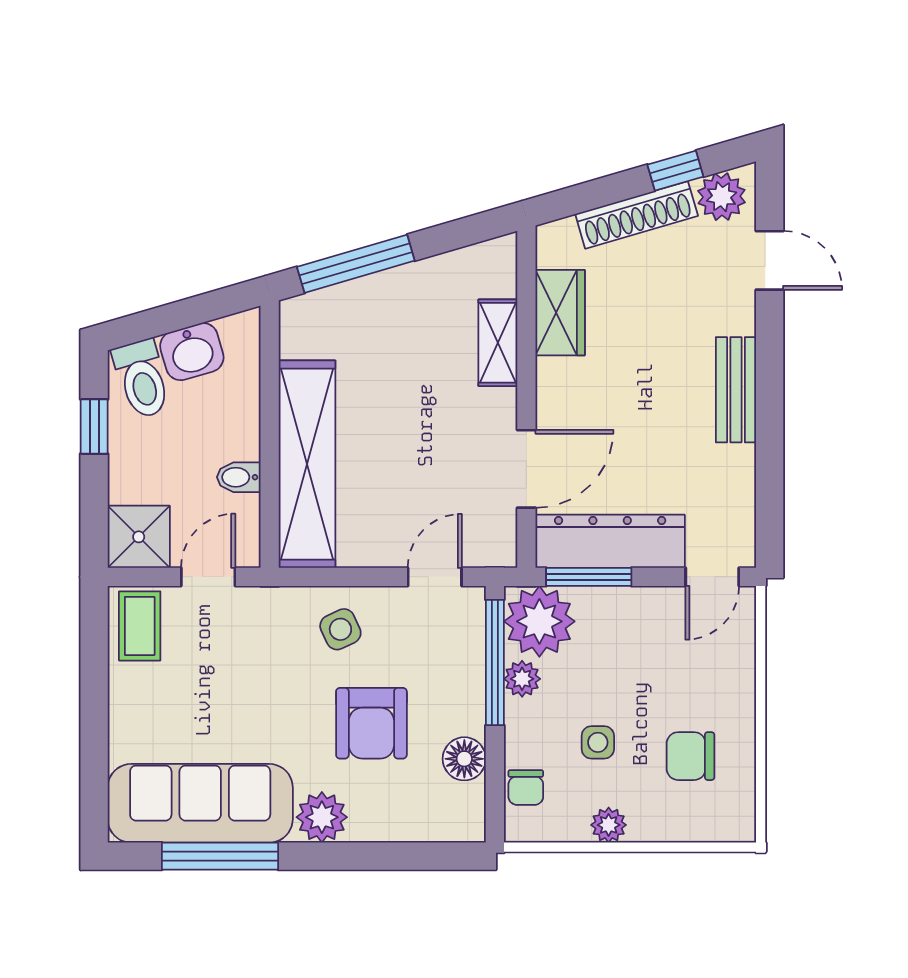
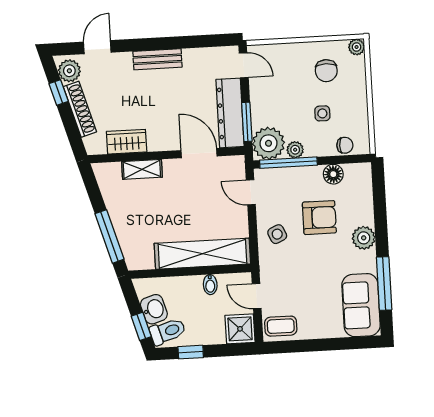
window: (156, 322) -> (141, 326), added
sofa: (200, 803) -> (361, 305), width x0.73
plant: (609, 825) -> (357, 47), moved

